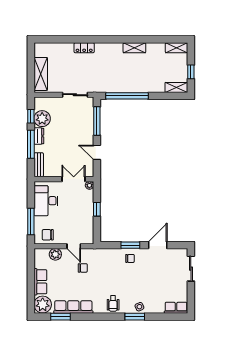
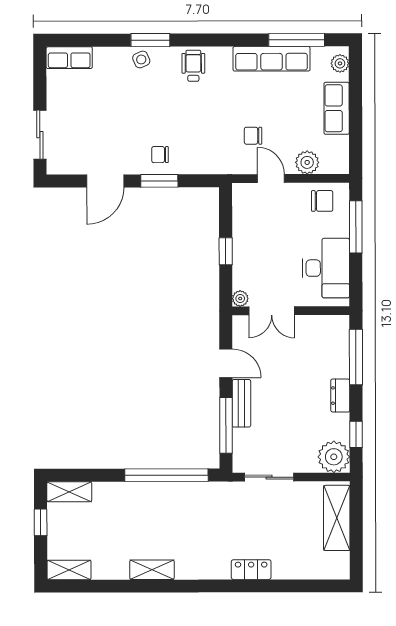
plant: (42, 119) -> (334, 457), moved
window: (31, 144) -> (356, 357), moved
bench: (39, 165) -> (241, 403), moved
plant: (43, 305) -> (340, 63), width x0.53, depth x0.53
window: (61, 317) -> (297, 40), width x1.44

